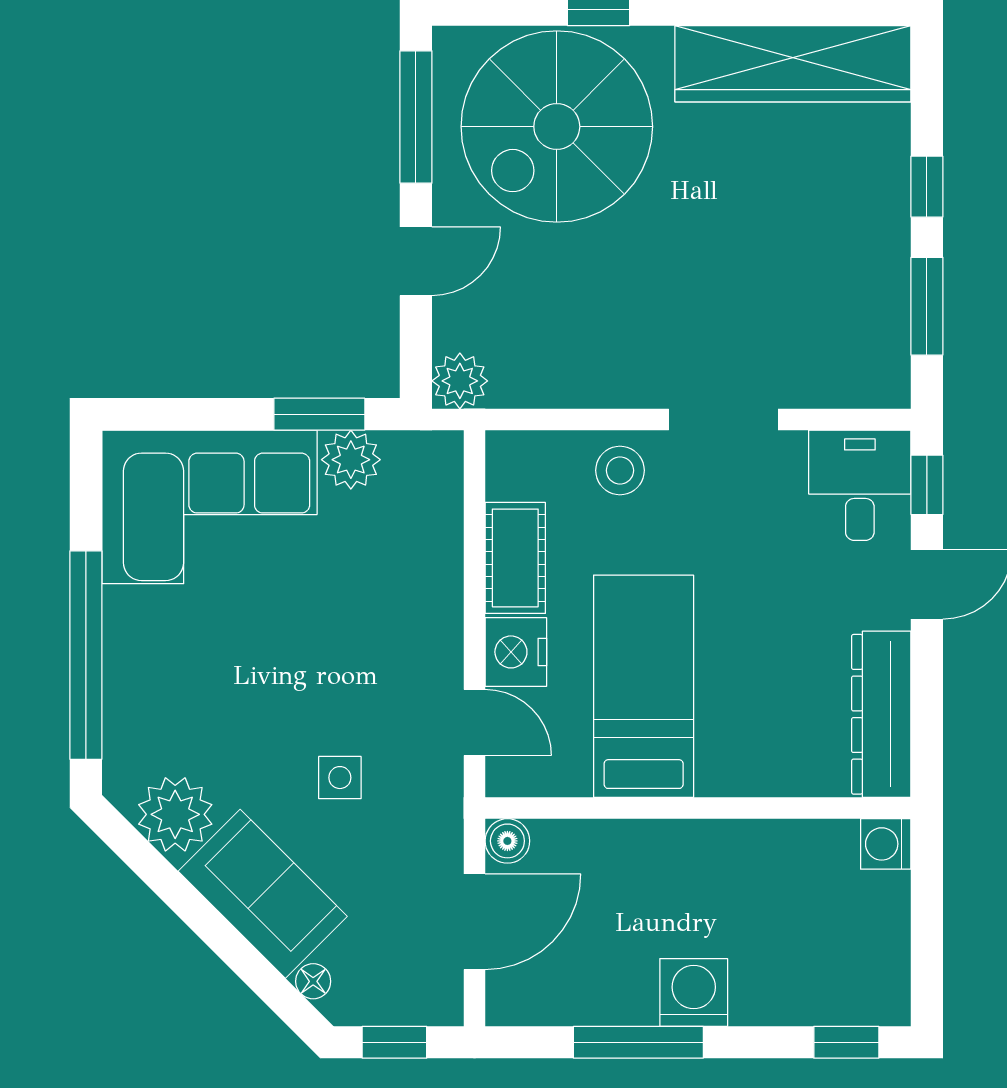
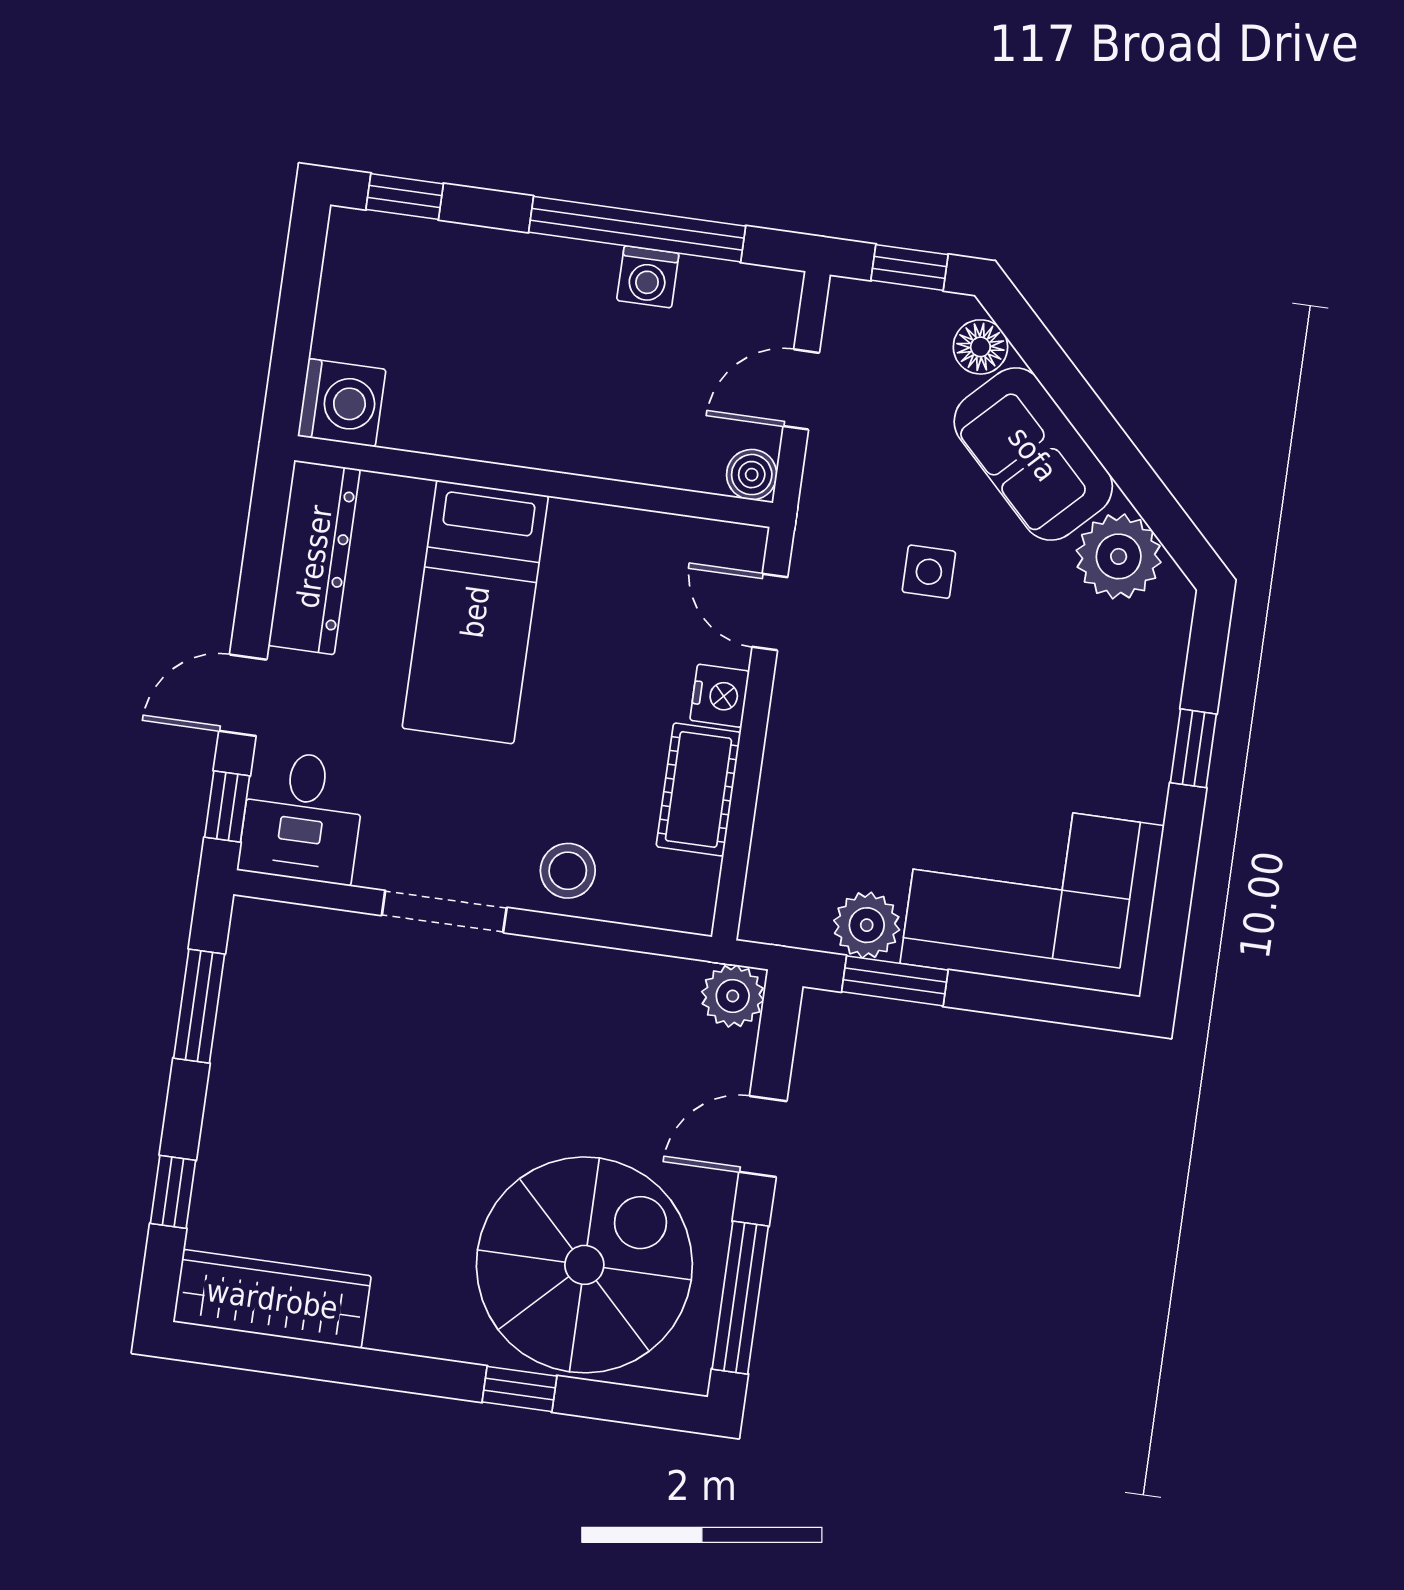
wardrobe: (793, 64) -> (272, 1299), width x0.71, depth x0.85
window: (927, 187) -> (173, 1192), moved
nightstand: (516, 652) -> (720, 696), width x0.74, depth x0.75
window: (86, 655) -> (1193, 748), width x0.32
bed: (644, 686) -> (475, 612), moved
washing machine: (886, 844) -> (342, 403), width x1.38, depth x1.38
door: (474, 922) -> (801, 389), width x0.73
floor lamp: (313, 981) -> (980, 347), width x1.37, depth x1.37
washing machine: (694, 992) -> (648, 277), moved, width x0.73, depth x0.73
window: (638, 1042) -> (637, 229), width x1.46

